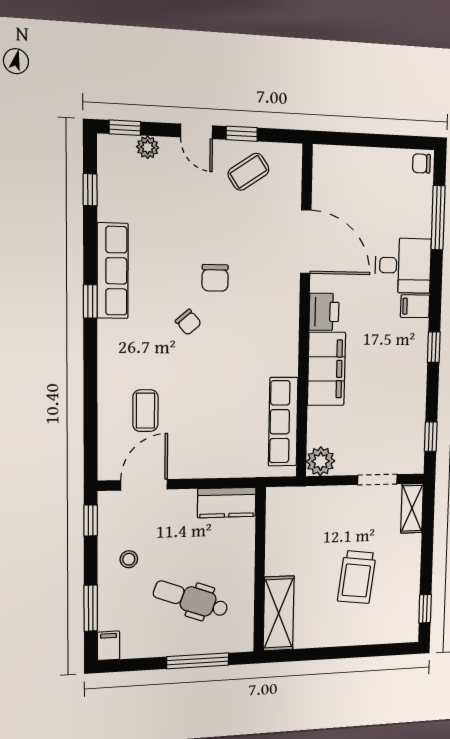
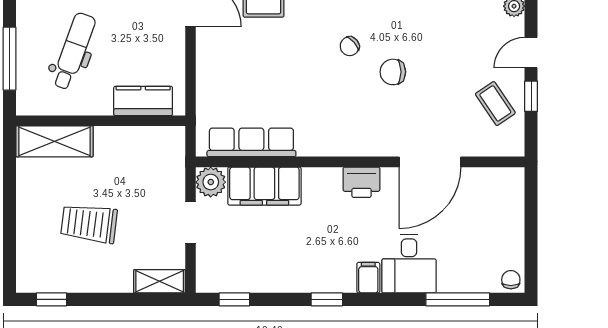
filing cabinet: (326, 369) -> (264, 186), moved
doorway: (377, 480) -> (191, 222), moved
kitchen counter: (227, 503) -> (143, 101), moved, turned 90

